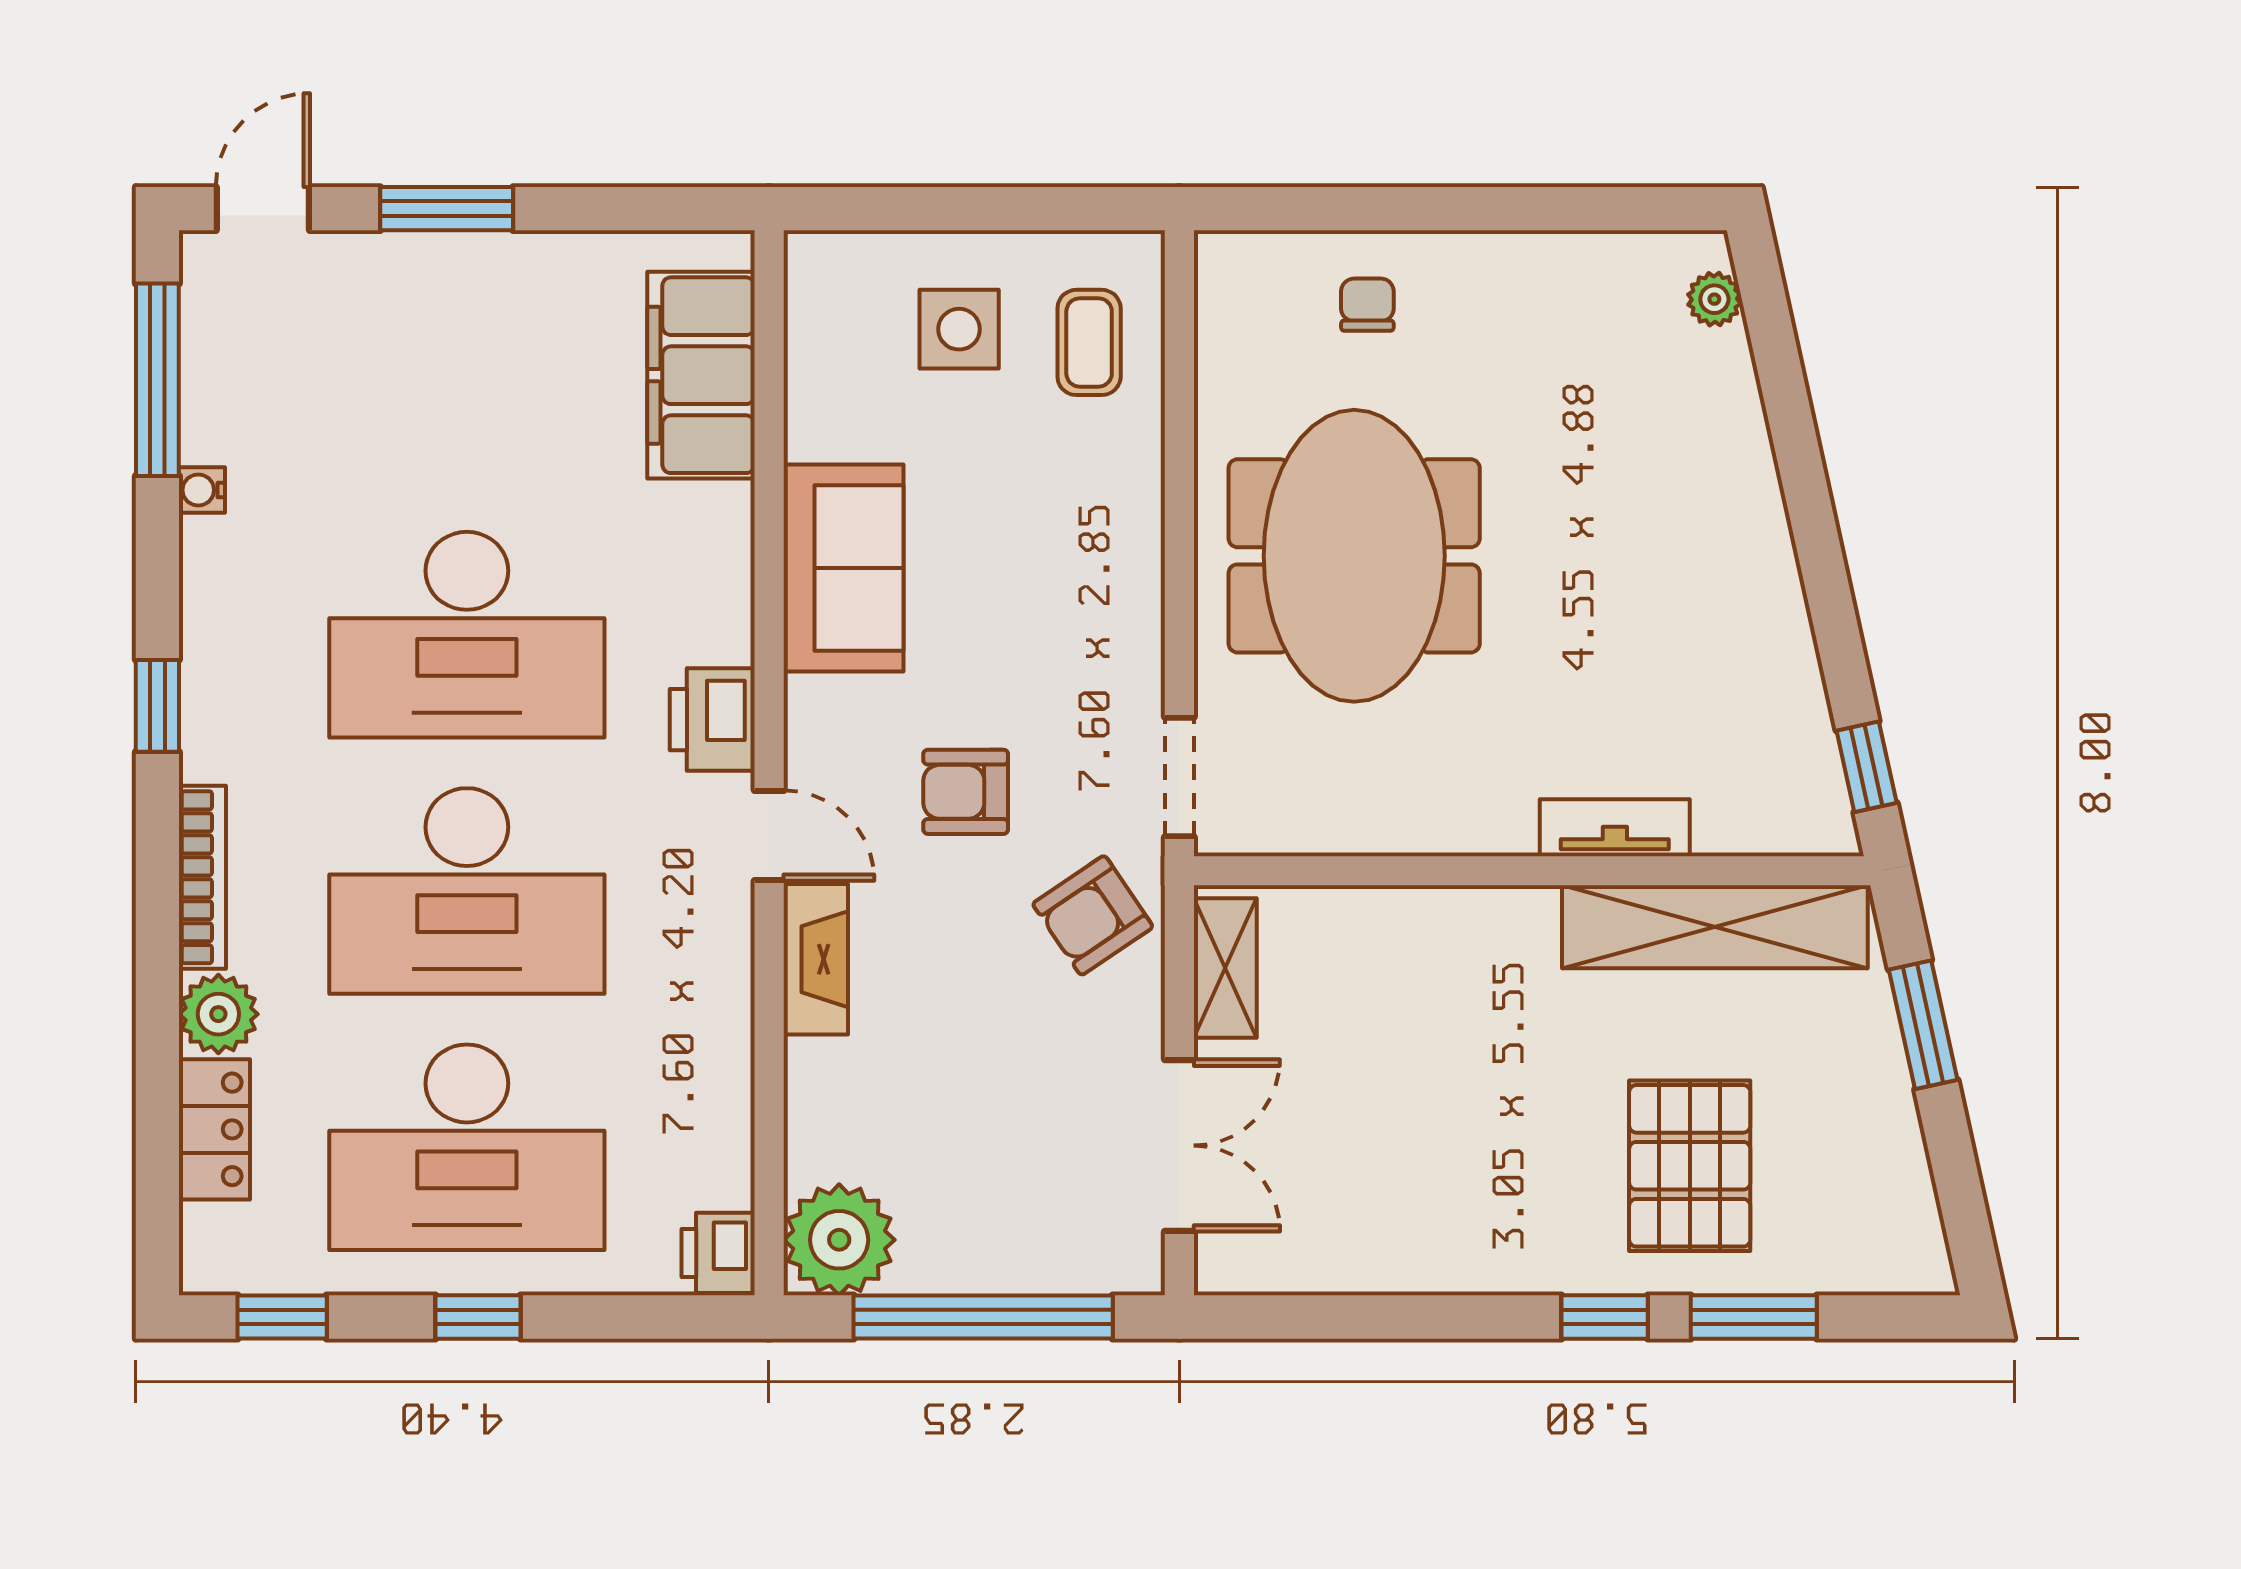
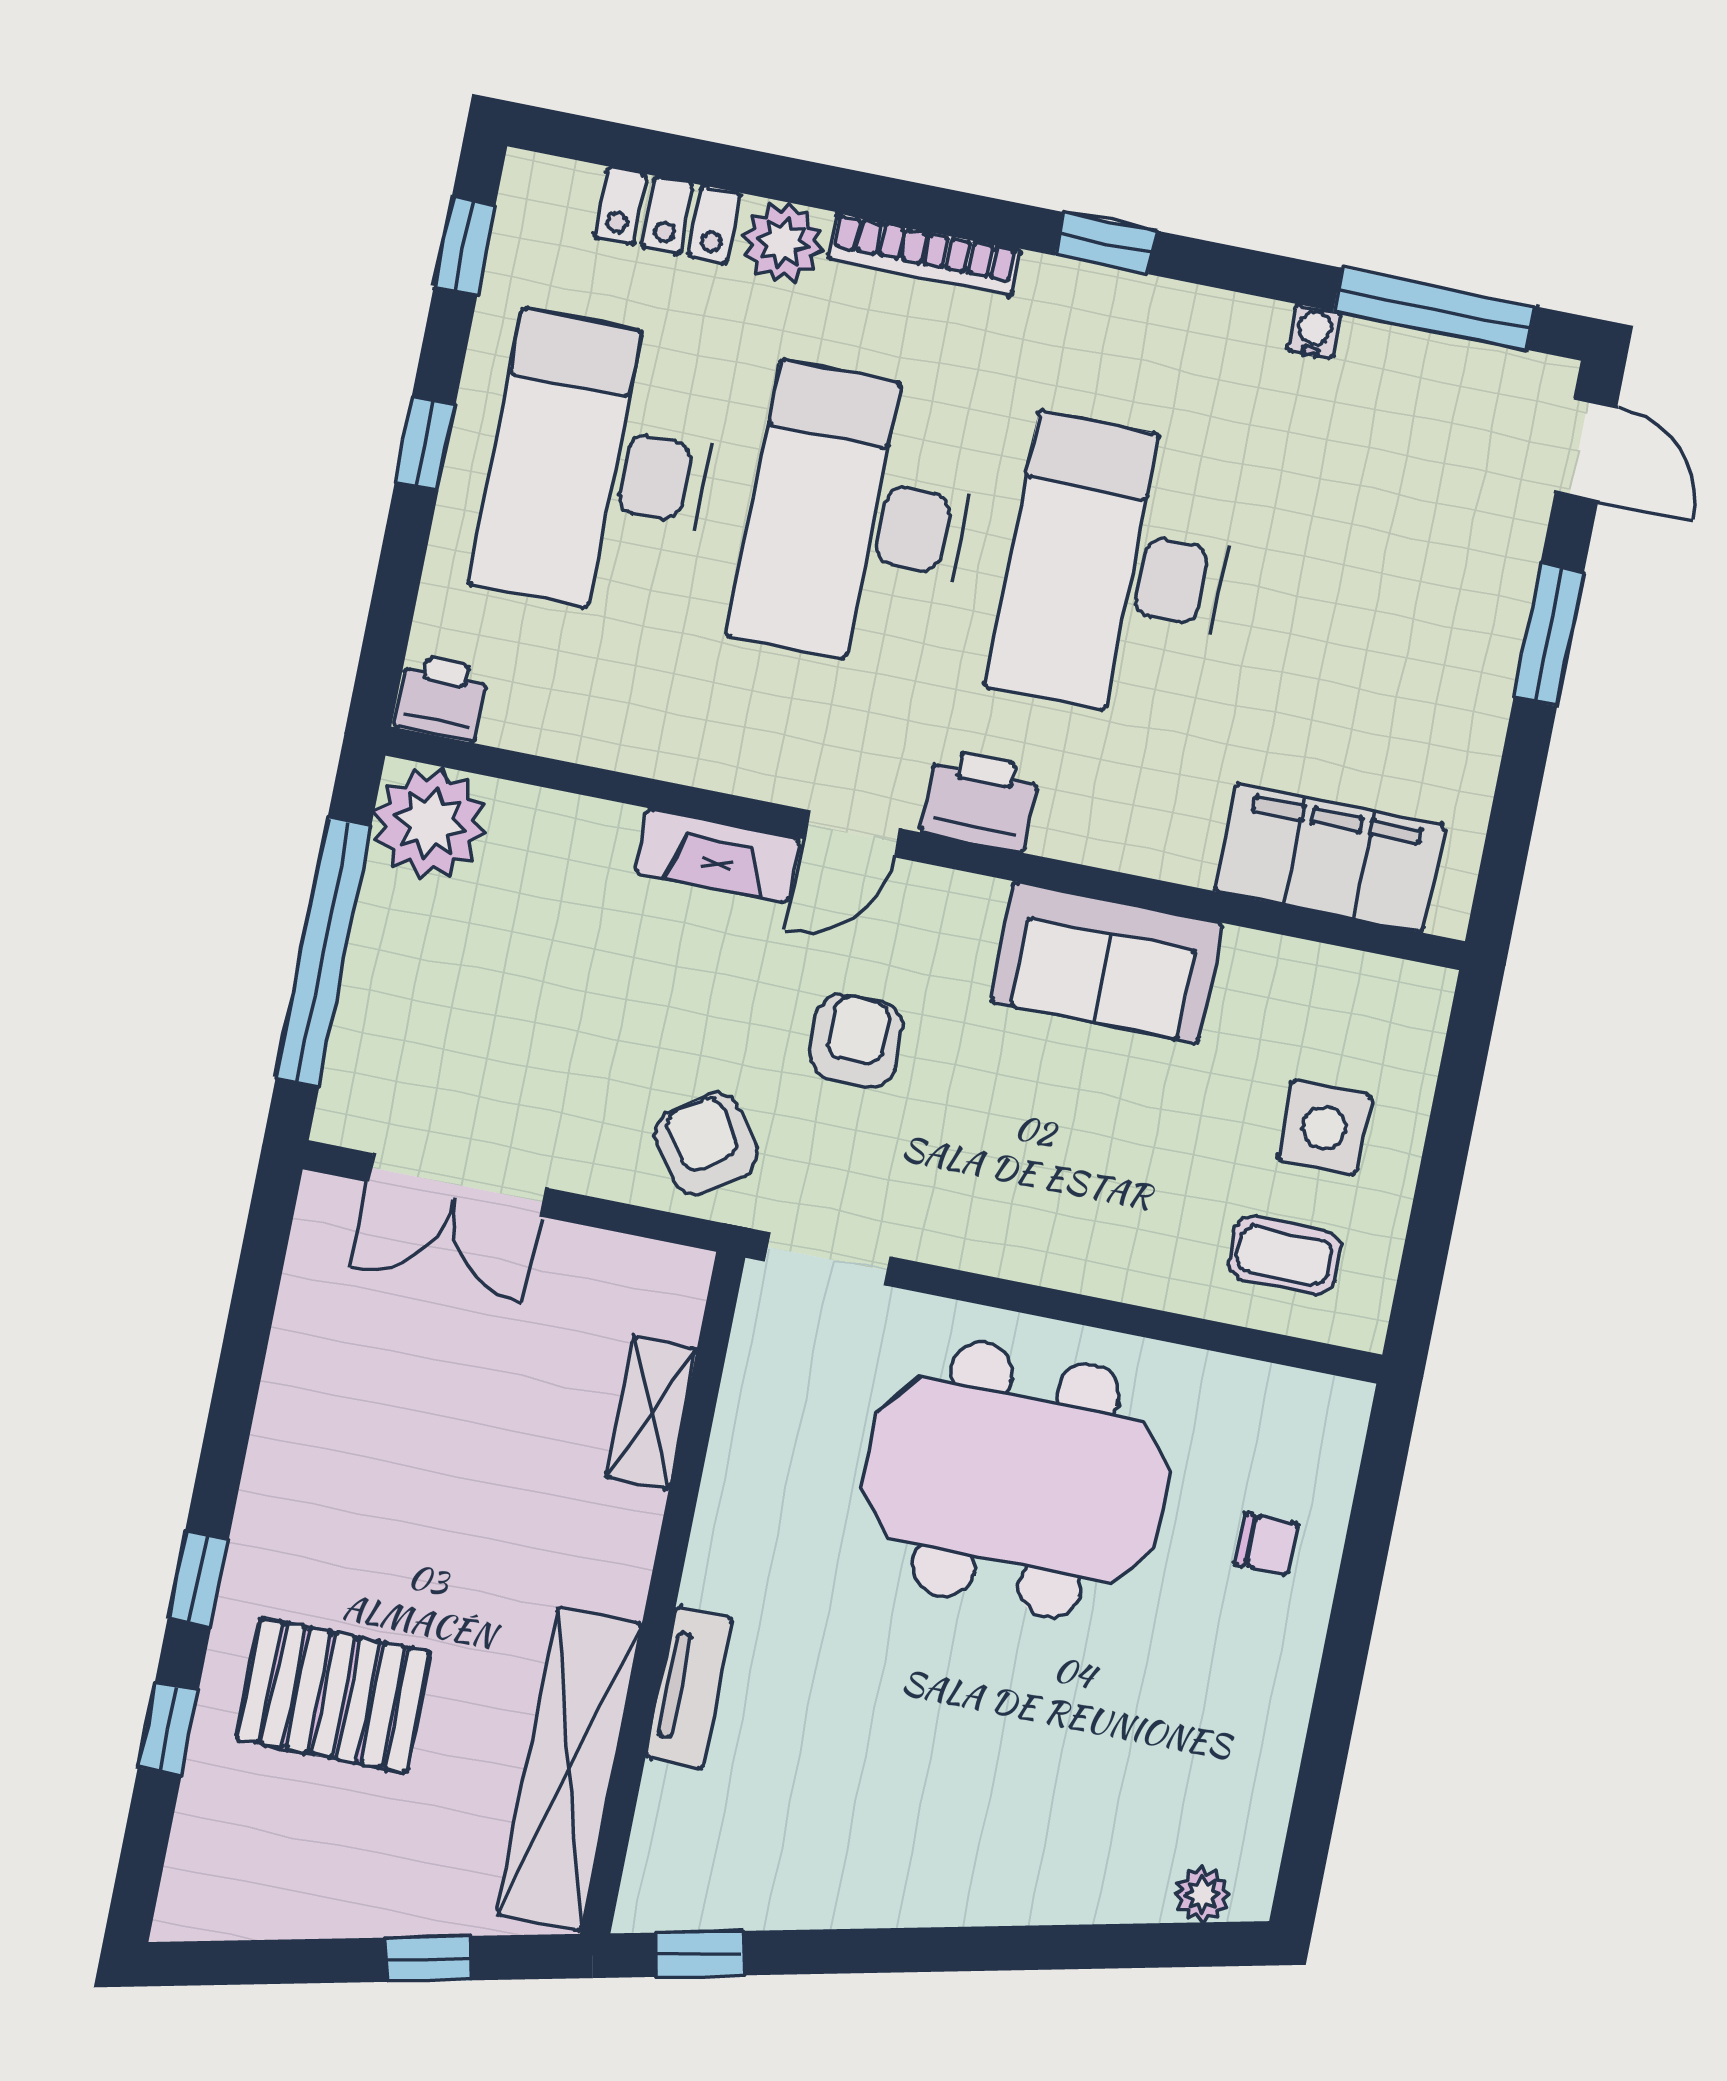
shelving: (1225, 968) -> (651, 1413), moved, turned 90
window: (1923, 1025) -> (429, 1959), width x0.67
window: (1754, 1317) -> (168, 1729), width x0.67

